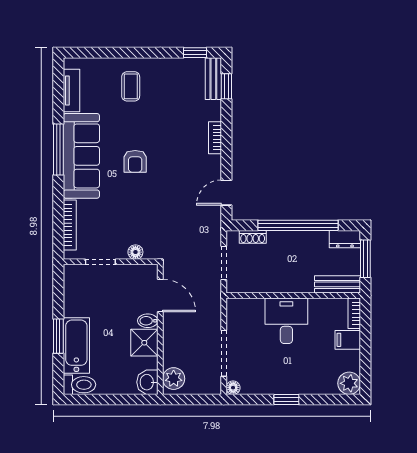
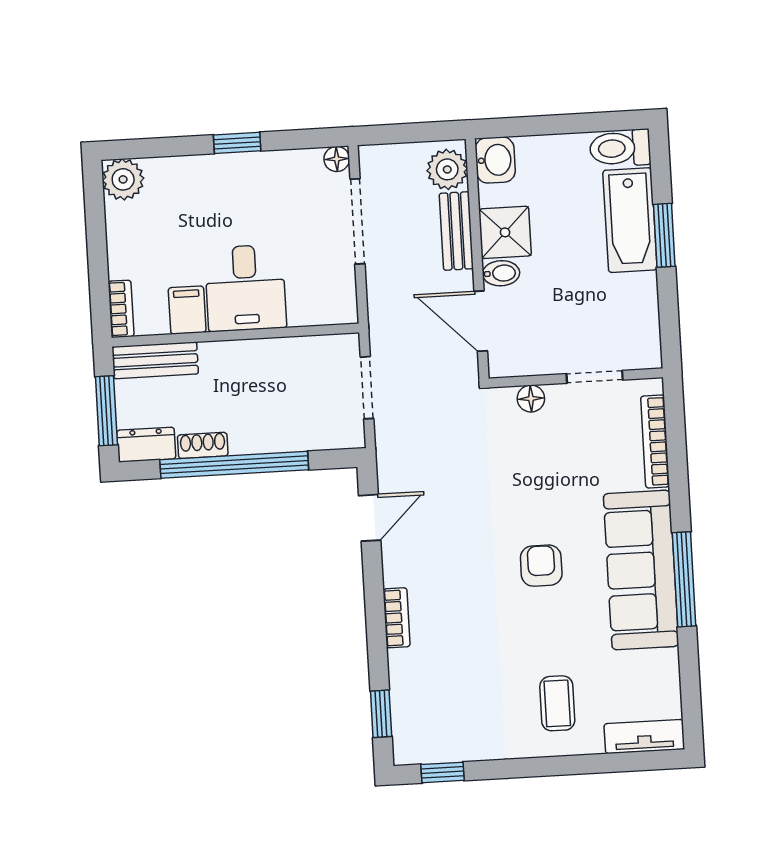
bench: (213, 79) -> (456, 231), moved
tv unit: (71, 90) -> (644, 736), moved, turned 90
shoe rack: (253, 237) -> (203, 445), moved
filing cabinet: (348, 340) -> (187, 310), moved, turned -90

